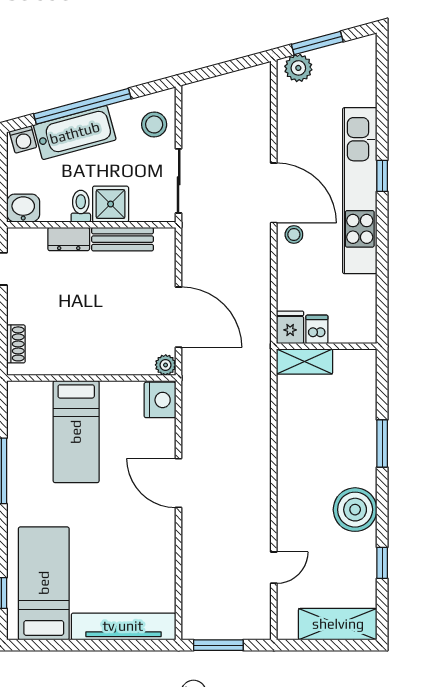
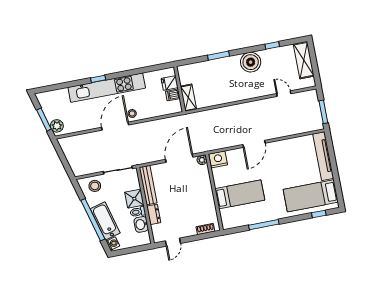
washbasin: (23, 208) -> (141, 224), moved
bench: (123, 239) -> (148, 185), width x1.36
fridge: (290, 327) -> (170, 83), moved

